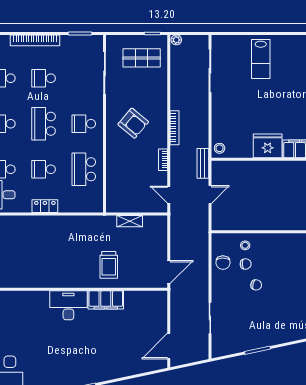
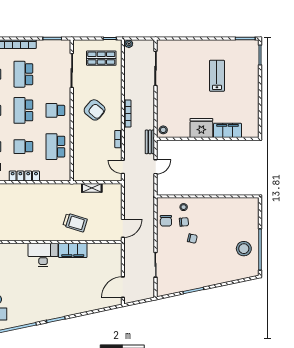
lab bench: (261, 59) -> (217, 76), moved, turned 180
school desk: (44, 78) -> (23, 74), width x1.85
locker: (45, 206) -> (24, 176), width x1.53
trolley: (109, 265) -> (75, 223), turned -73

